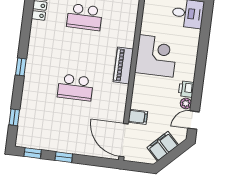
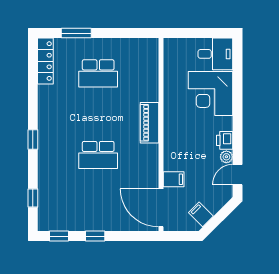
corner desk: (156, 56) -> (211, 93), moved, turned 180
filing cabinet: (163, 146) -> (201, 214), width x0.50

